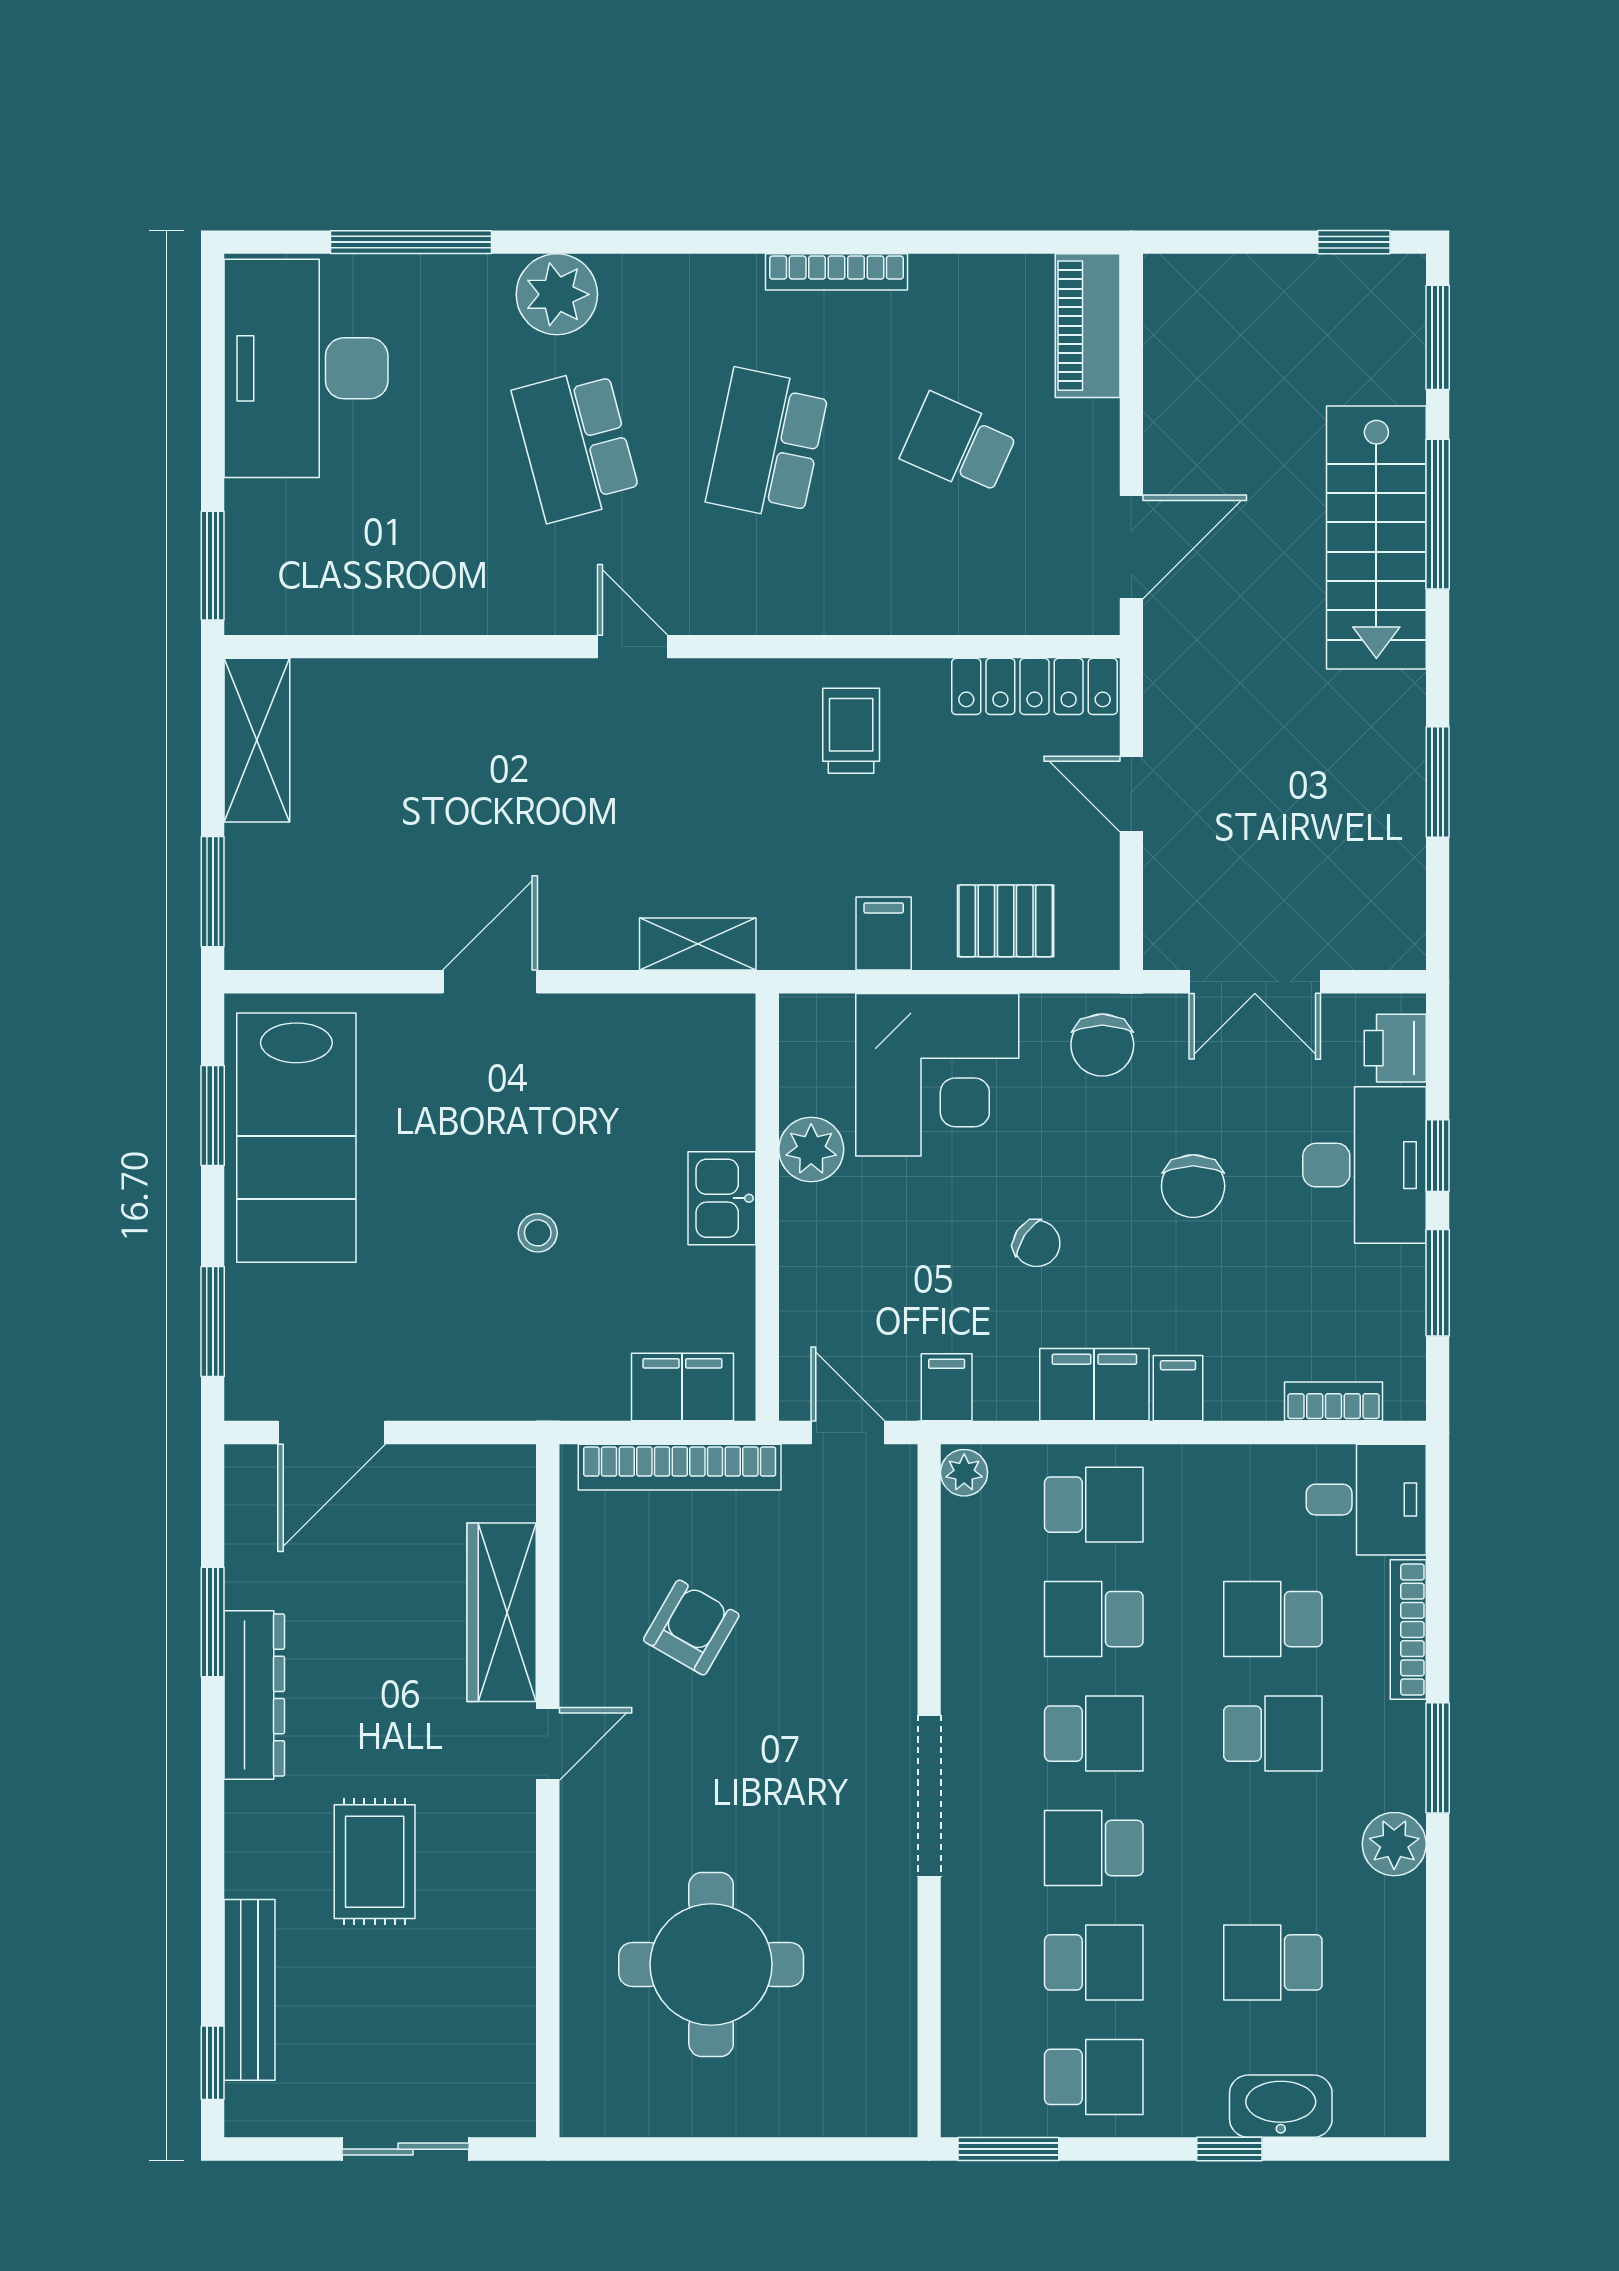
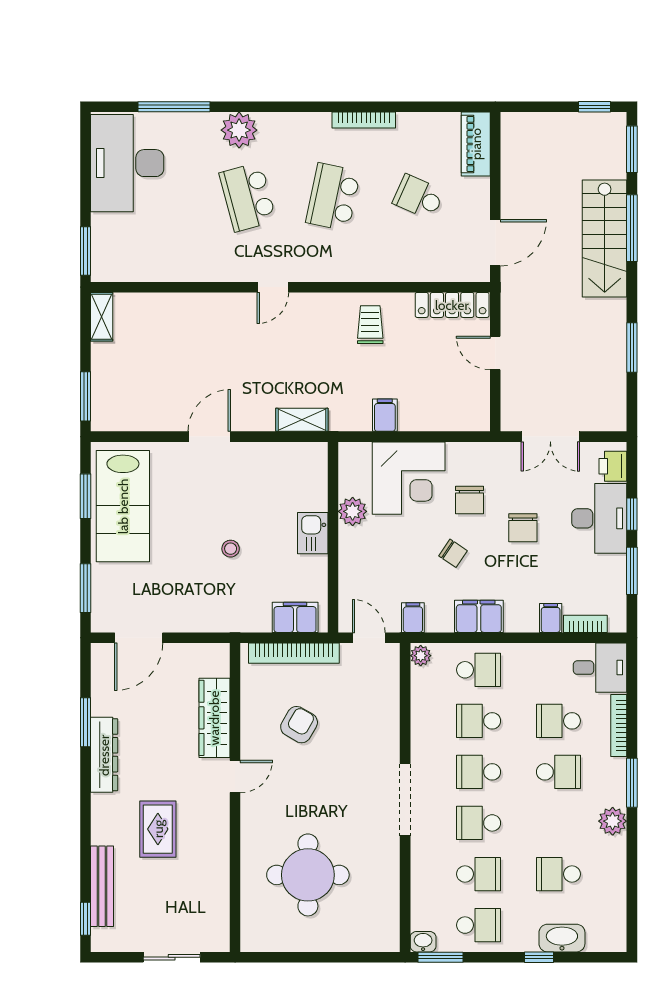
door: (633, 647) -> (273, 287), swing flipped
shelving: (257, 740) -> (102, 317), width x0.67, depth x0.75
pallet: (1006, 921) -> (439, 409), removed
chair: (1102, 1045) -> (469, 500), moved
filing cabinet: (1178, 1388) -> (551, 618), moved
school desk: (1094, 1734) -> (479, 772), turned 180
washbasin: (969, 2114) -> (423, 942), added

